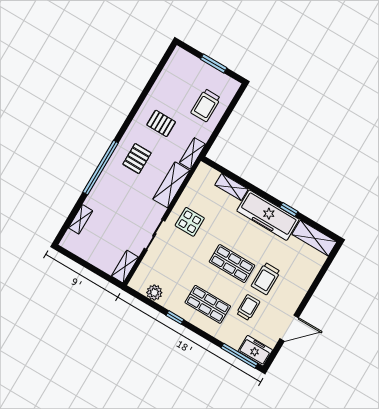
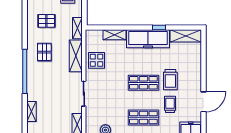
display table: (190, 222) -> (97, 60), moved

